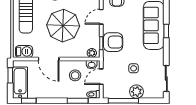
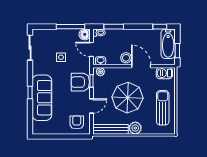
stool: (75, 75) -> (126, 58), moved
door: (101, 77) -> (92, 49), swing flipped
plant: (136, 92) -> (58, 35), removed
floor lamp: (108, 93) -> (85, 34), added

